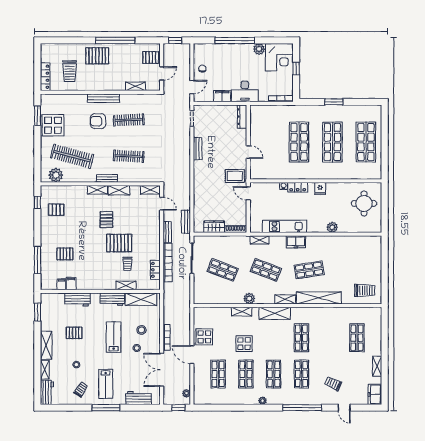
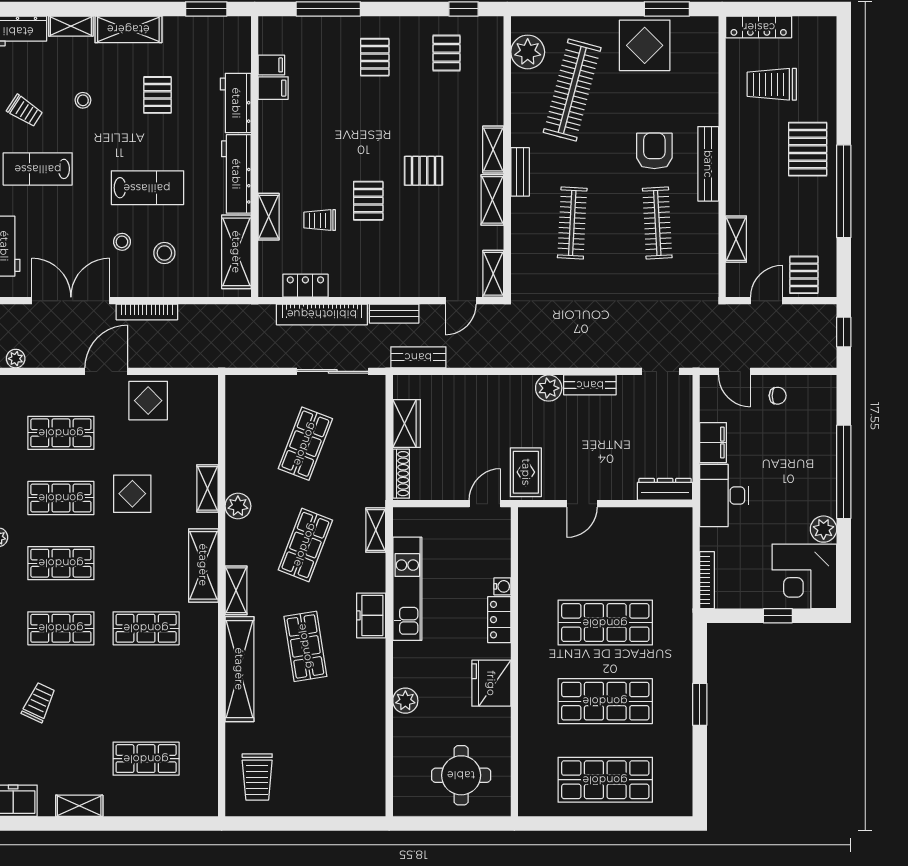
door: (162, 73) -> (766, 301), swing flipped
plant: (199, 166) -> (549, 388), added
fridge: (320, 189) -> (491, 683), width x1.88, depth x1.34
pallet: (119, 243) -> (368, 201), width x0.67, depth x0.71
pallet: (65, 254) -> (375, 57), moved
workbench: (112, 299) -> (236, 174), width x1.38

